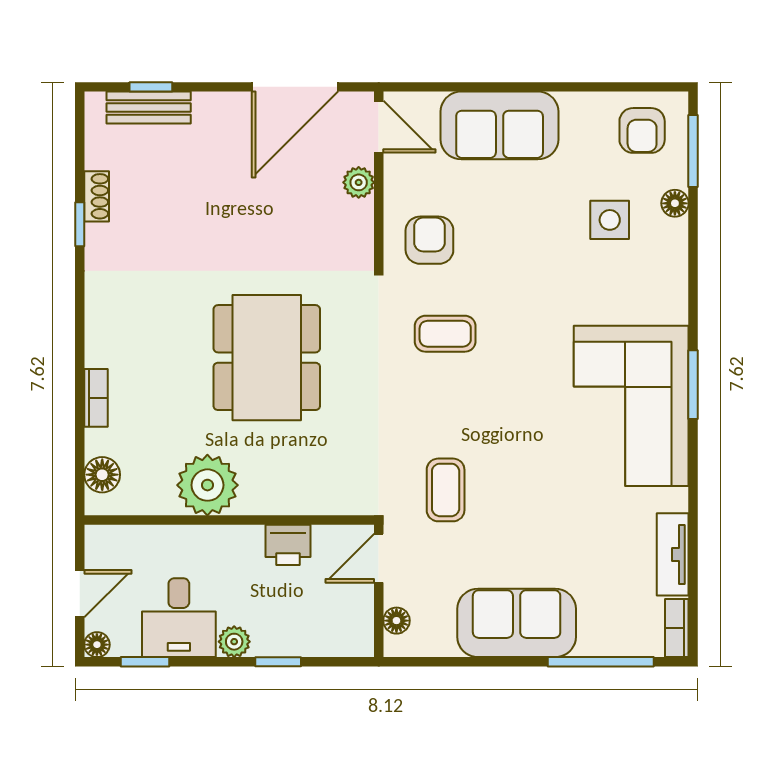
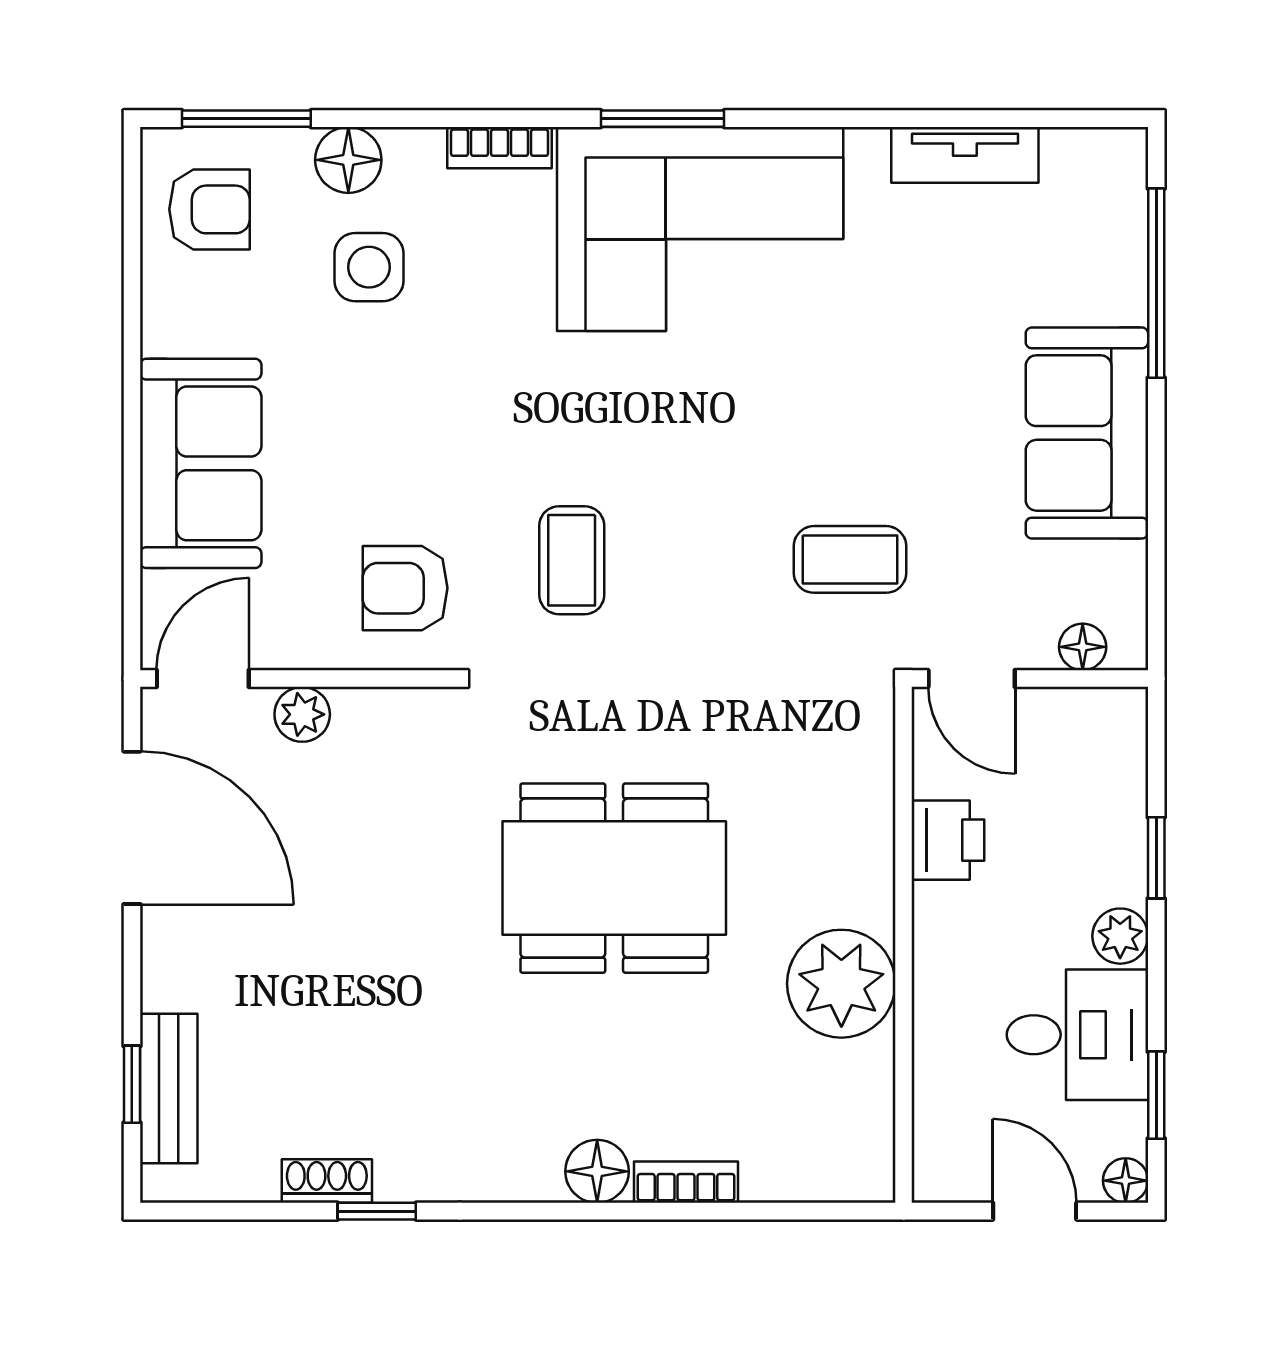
floor lamp: (675, 203) -> (348, 160), width x1.37, depth x1.37
floor lamp: (102, 475) -> (597, 1171), moved
bookcase: (677, 628) -> (500, 148), moved

